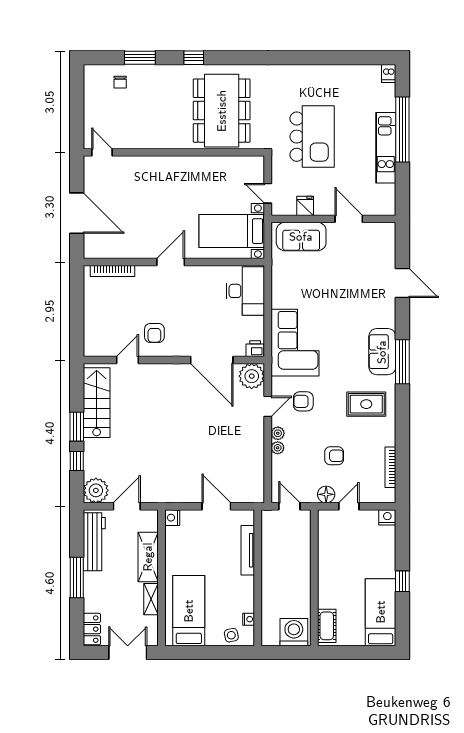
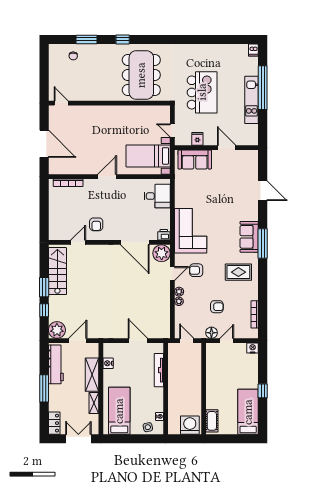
desk: (245, 291) -> (157, 196), width x0.73
nightstand: (172, 518) -> (108, 363), moved

